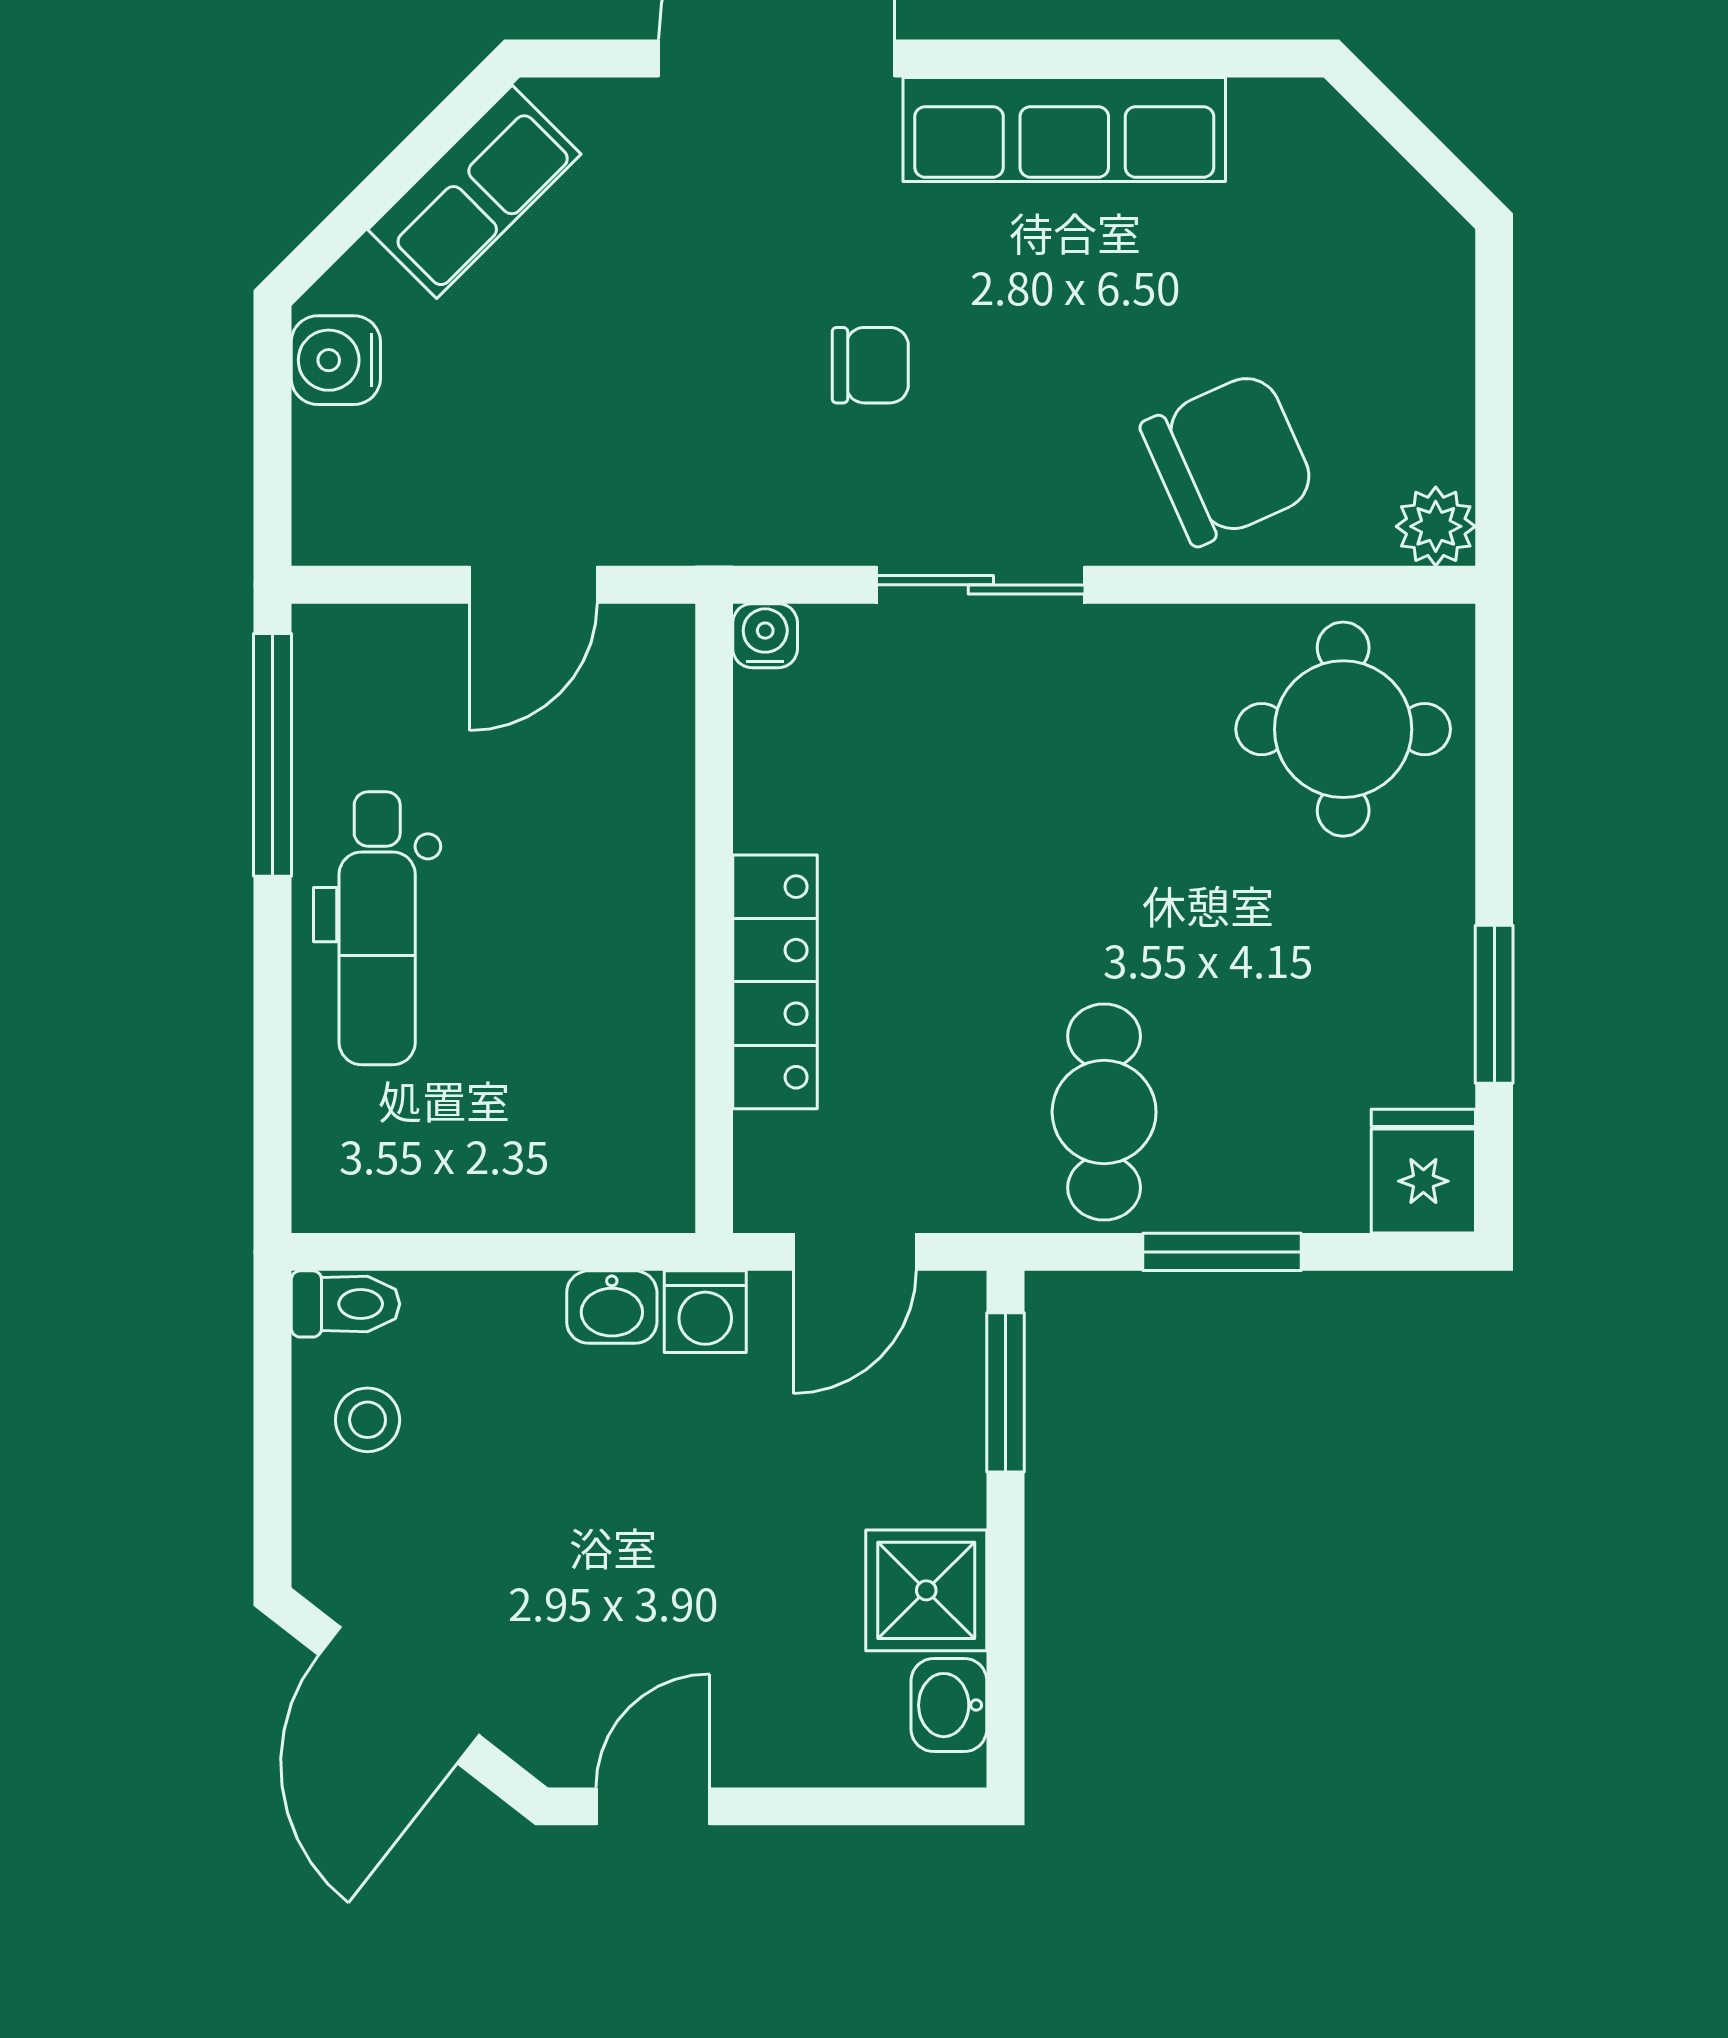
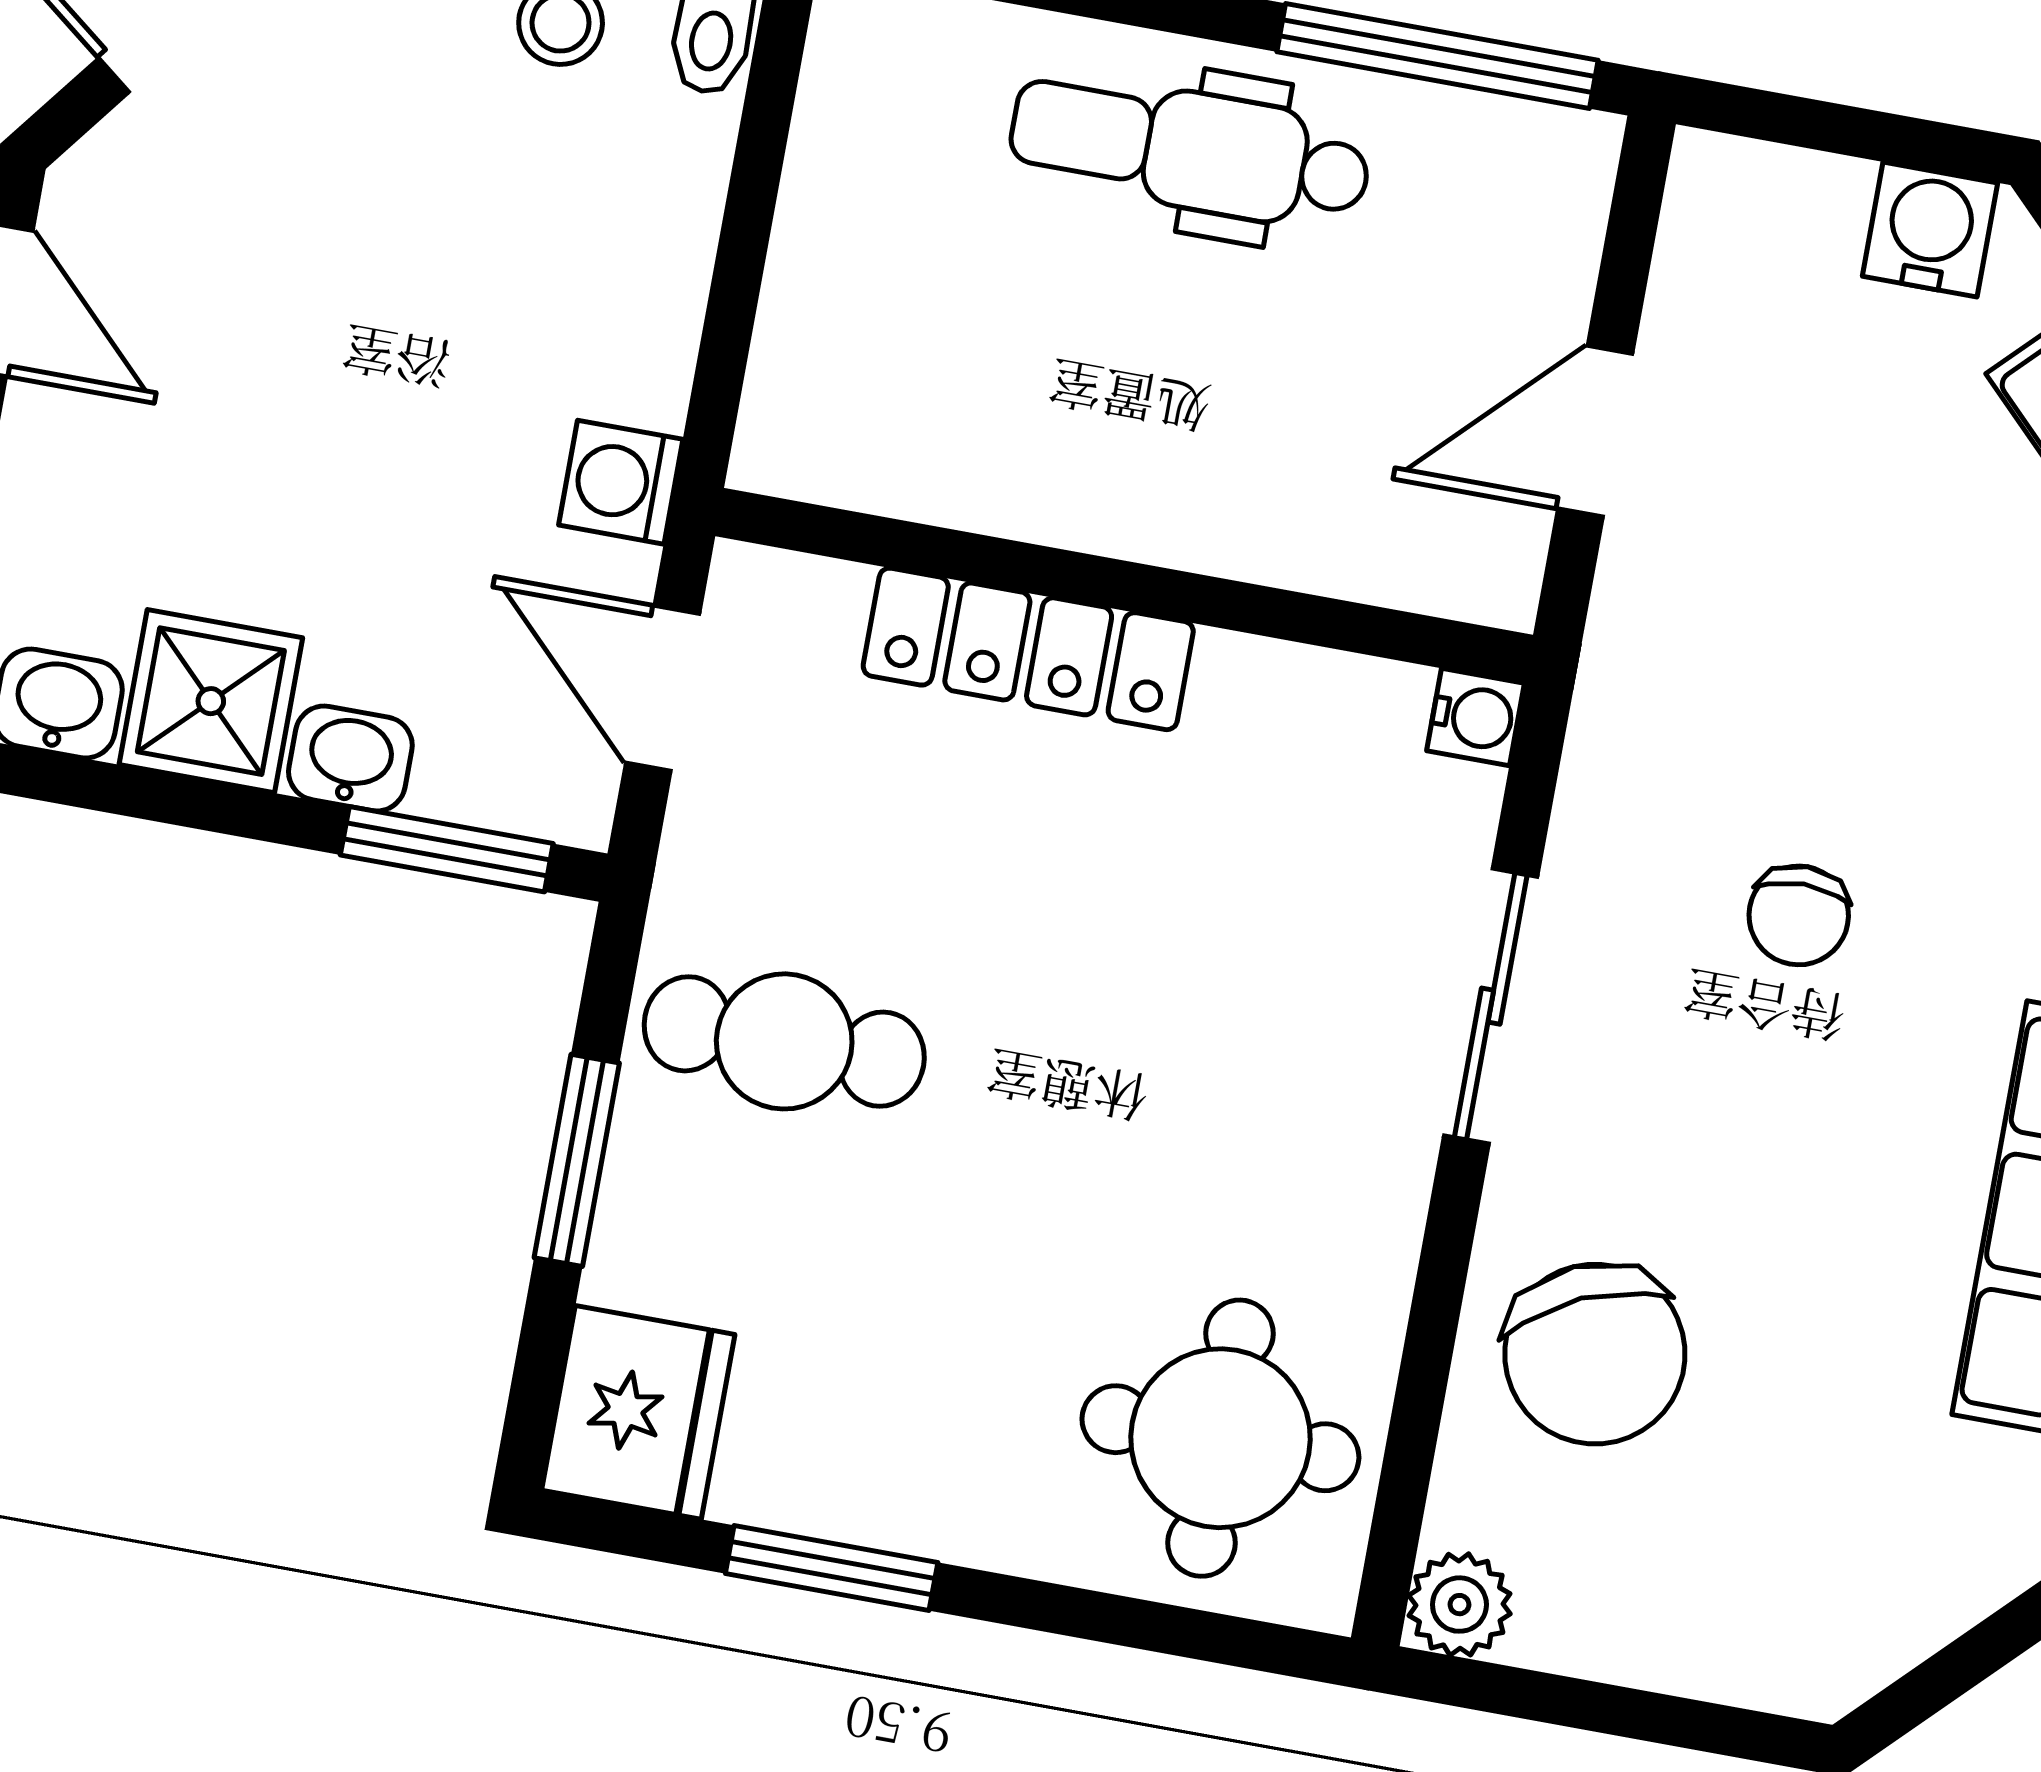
door: (533, 585) -> (1595, 431), hinge flipped
fridge: (1423, 1171) -> (638, 1412), width x1.38
washbasin: (612, 1307) -> (350, 758), moved, turned 90

